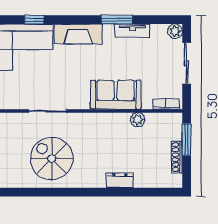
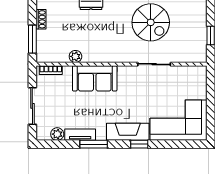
window: (34, 20) -> (139, 144), moved
plant: (175, 31) -> (57, 134), moved
shoe rack: (177, 157) -> (41, 19), width x0.70

